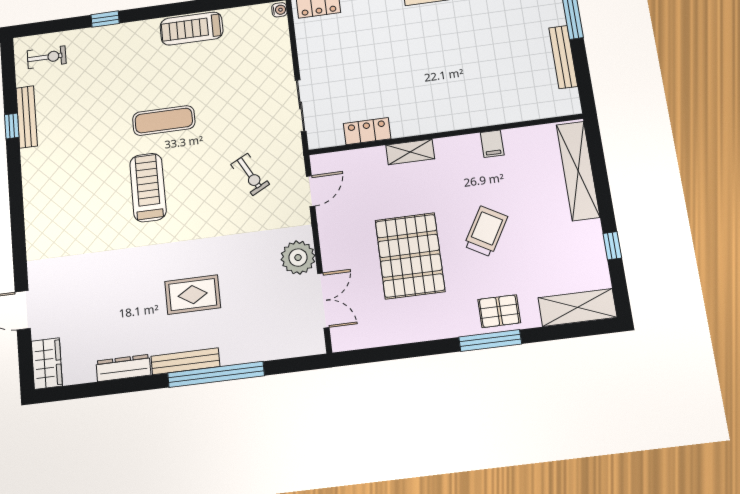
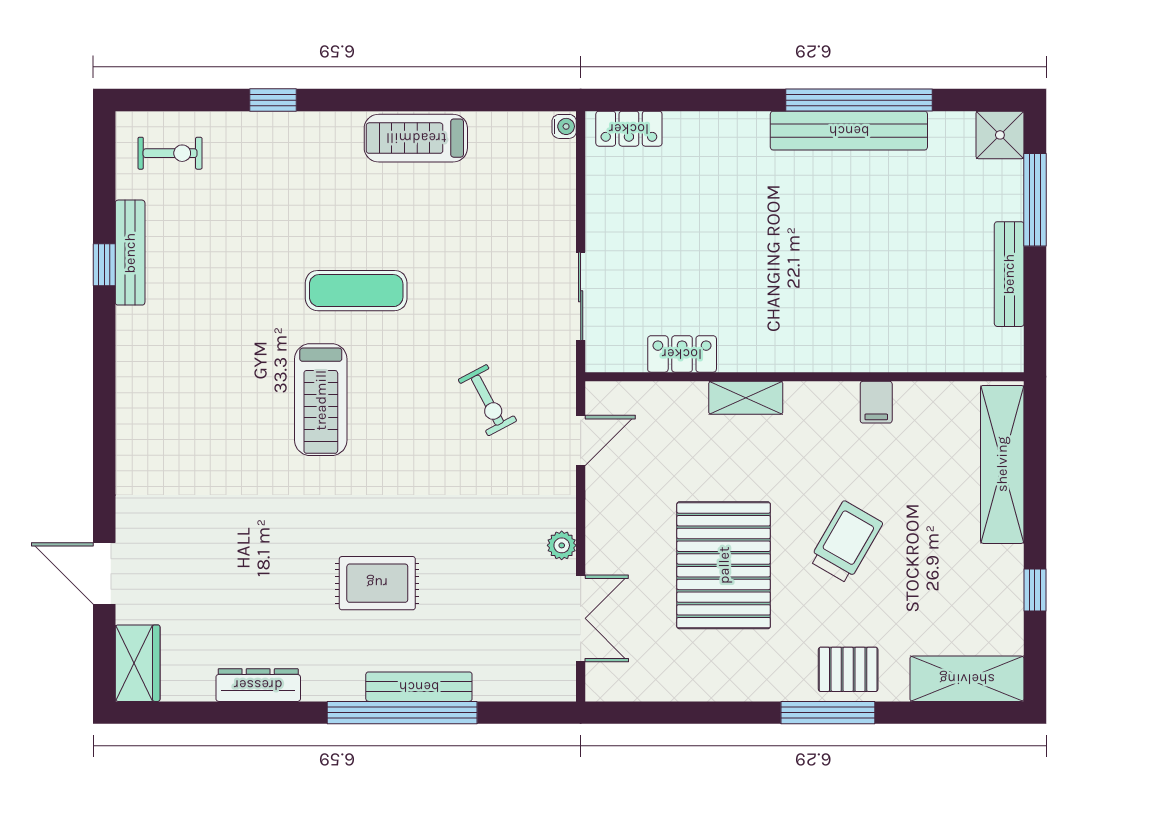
treadmill: (148, 188) -> (321, 400), turned 180
plant: (298, 258) -> (562, 545), width x0.53, depth x0.53
bench: (185, 361) -> (419, 687), moved

